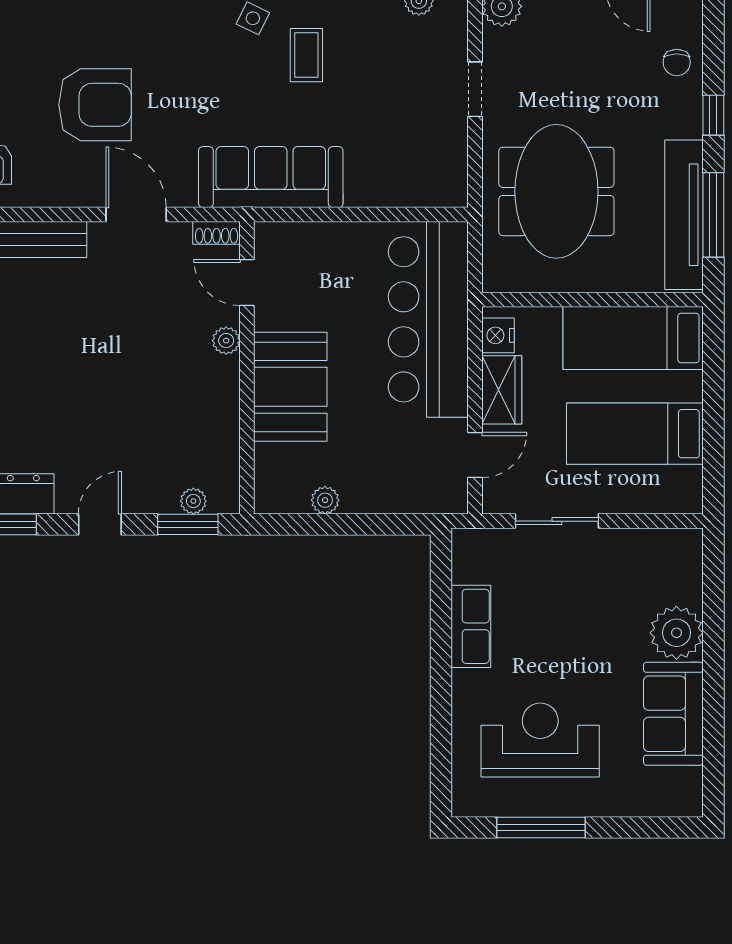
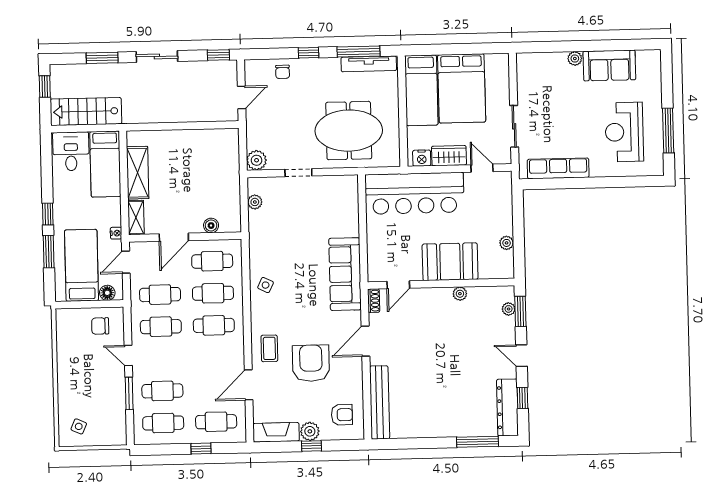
coffee table: (306, 55) -> (269, 348), moved, turned 90
chair: (677, 63) -> (283, 72), turned 90
tv unit: (684, 215) -> (369, 64), width x0.73, depth x0.78
plant: (226, 341) -> (460, 294), moved
bed: (635, 434) -> (462, 88), width x1.50
row of seats: (471, 626) -> (558, 168), width x1.48
plant: (676, 633) -> (575, 58), width x0.53, depth x0.53

